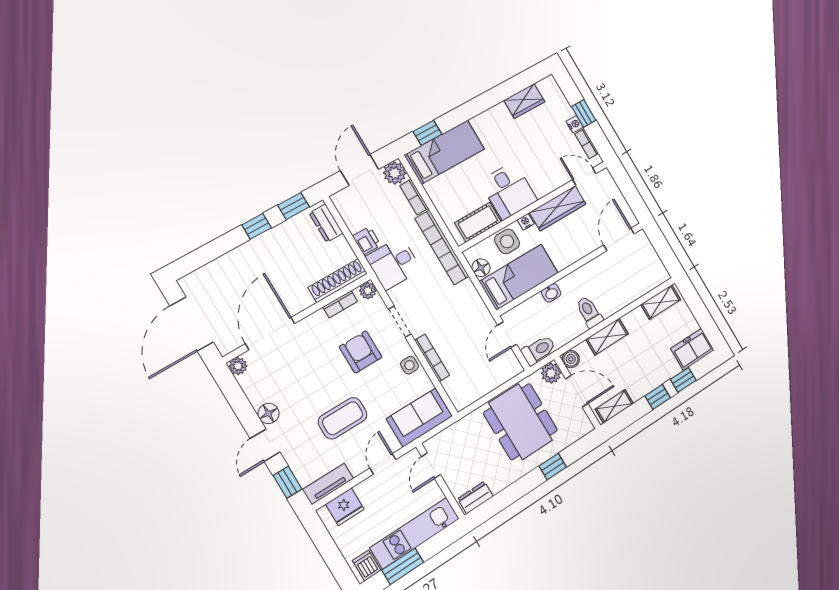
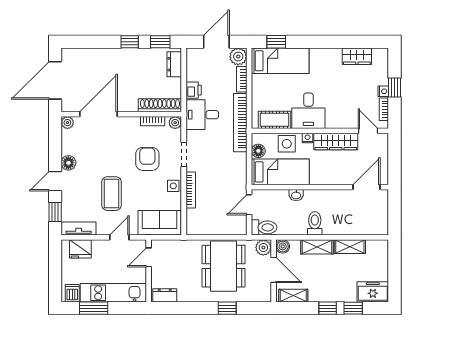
shelving: (661, 302) -> (350, 247), moved
coffee table: (343, 418) -> (111, 194), turned 90

